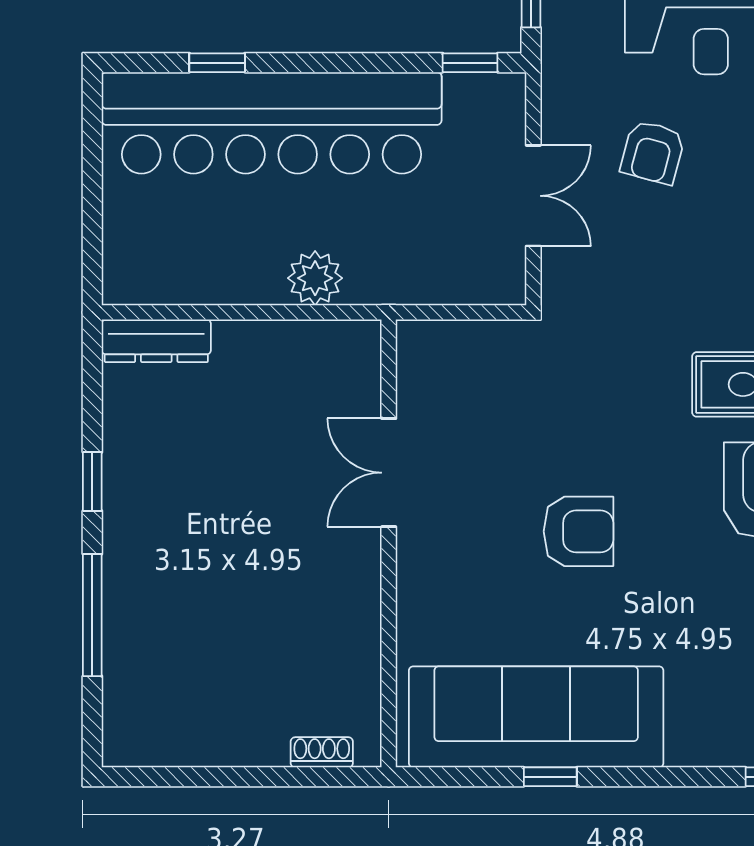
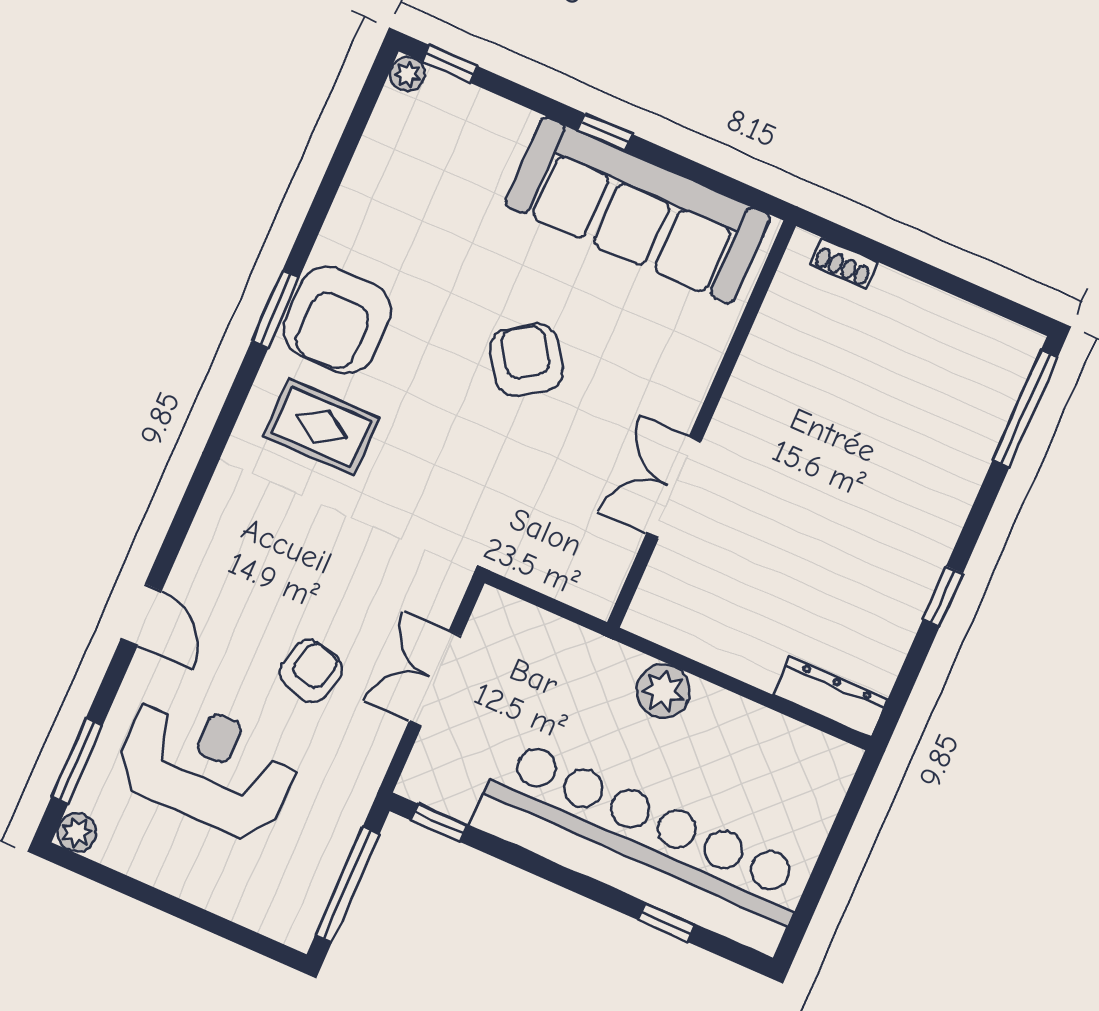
double door: (389, 473) -> (674, 488), swing flipped
armchair: (578, 531) -> (527, 360), turned 56
window: (92, 615) -> (1025, 409), moved
window: (550, 777) -> (605, 132), moved

